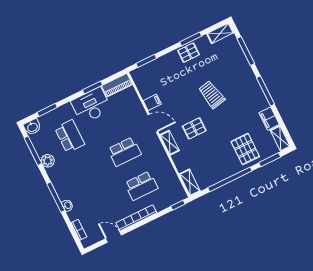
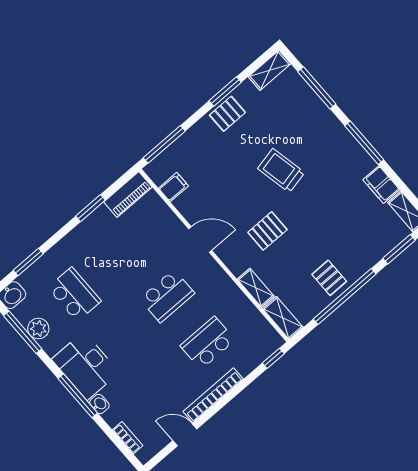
window: (146, 61) -> (164, 144), width x1.44
filing cabinet: (152, 102) -> (173, 187), moved
desk: (91, 106) -> (85, 366), moved, turned -90
shelving: (170, 143) -> (256, 288), moved
pallet: (245, 149) -> (329, 278), moved, width x0.67, depth x0.71
plant: (48, 161) -> (38, 329), moved
school desk: (141, 186) -> (208, 343), turned 180

